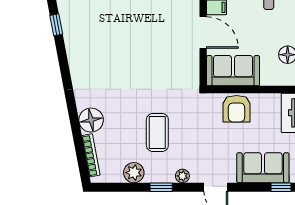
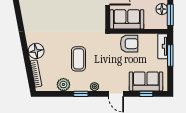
armchair: (237, 109) -> (129, 44), turned -90
window: (281, 187) -> (146, 94), moved

